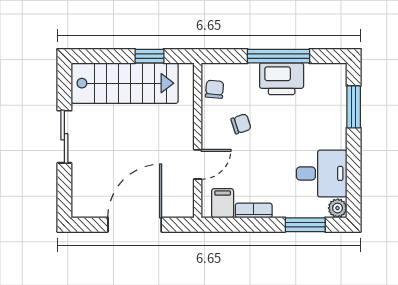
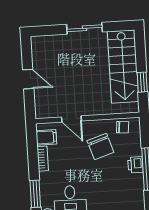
printer: (282, 79) -> (135, 165), width x0.53, depth x0.68
chair: (241, 124) -> (100, 146), width x1.87, depth x1.87
door: (135, 225) -> (28, 79), width x0.53

